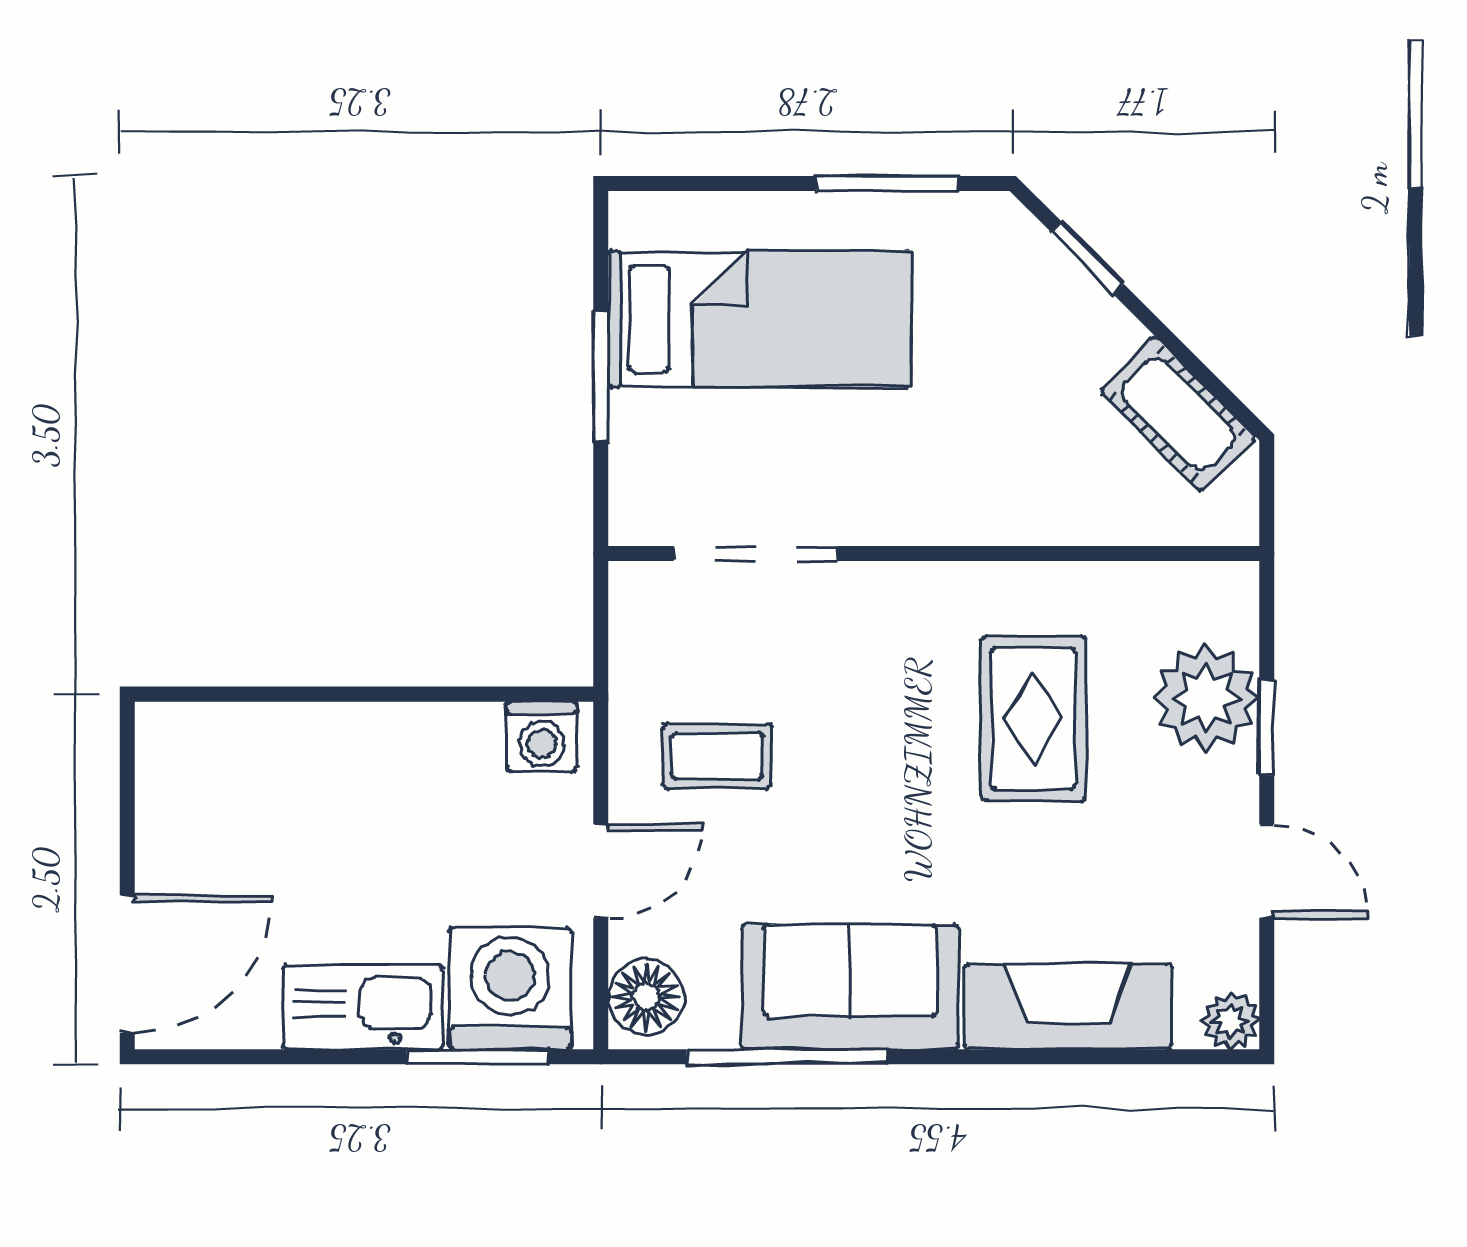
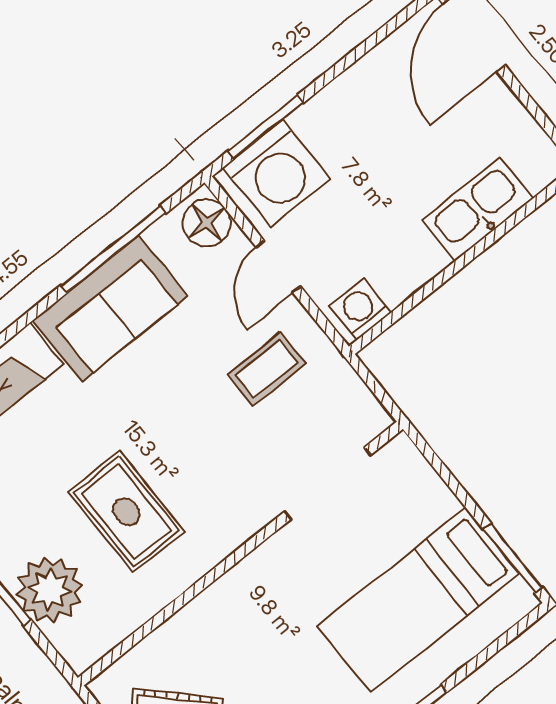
window: (601, 377) -> (513, 558), moved
kitchen sink: (363, 1007) -> (477, 209), moved, turned 180

